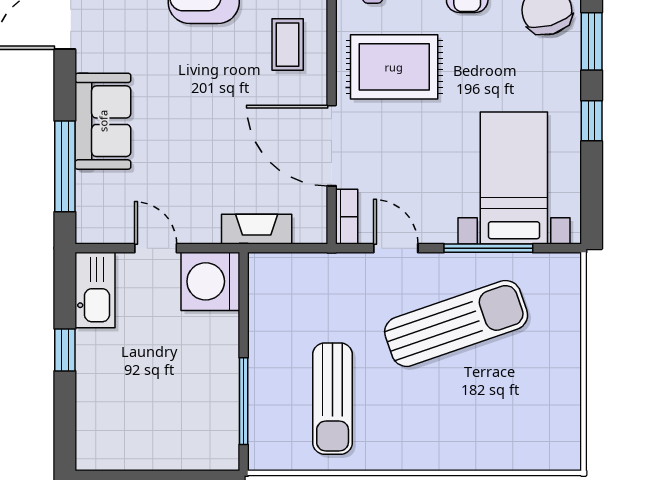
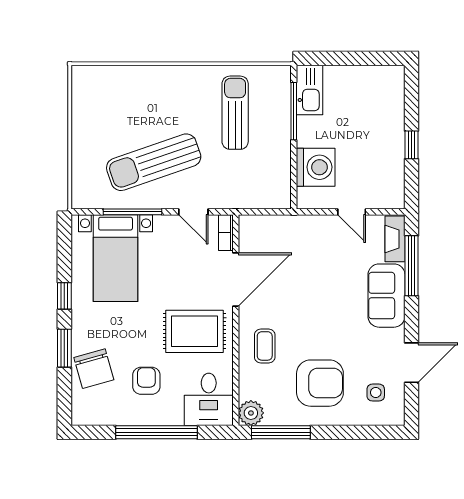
door: (332, 146) -> (236, 279), hinge flipped
fireplace: (257, 229) -> (395, 239), moved, turned 90
washing machine: (210, 281) -> (316, 167), moved
kitchen sink: (95, 290) -> (310, 90), moved, turned 180

